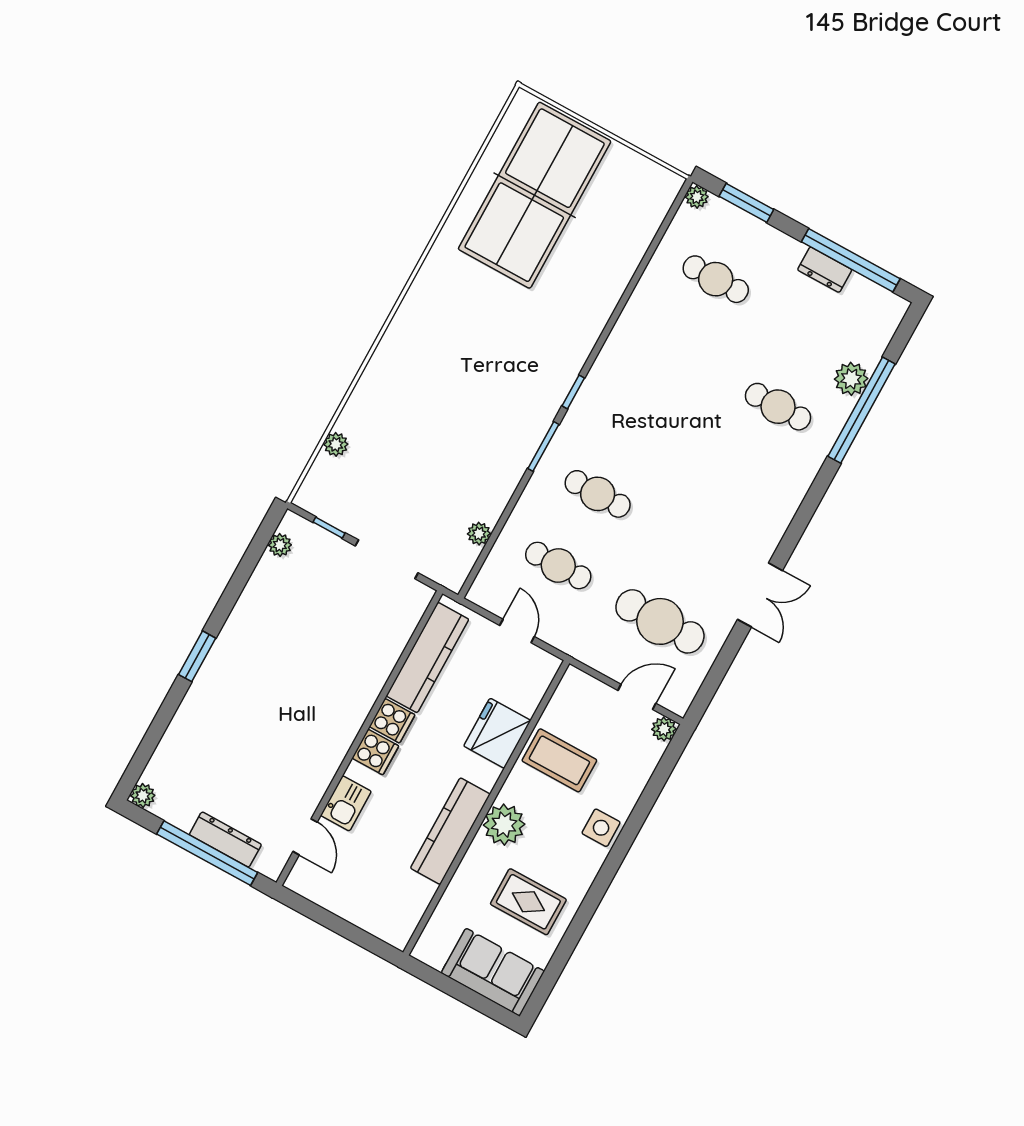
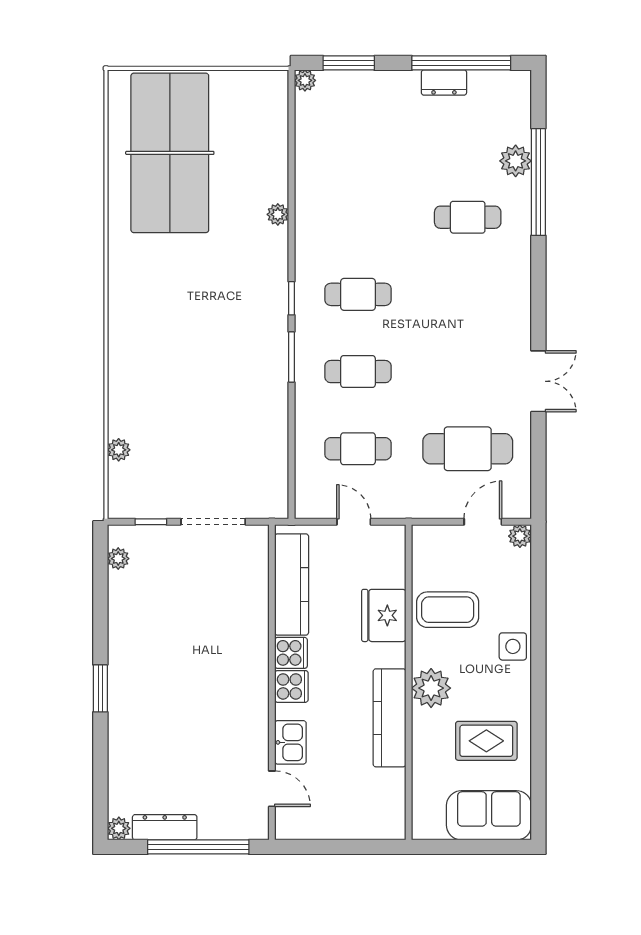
cafe table: (716, 279) -> (358, 294), moved
plant: (479, 534) -> (278, 214), moved
dresser: (225, 840) -> (165, 827), moved

